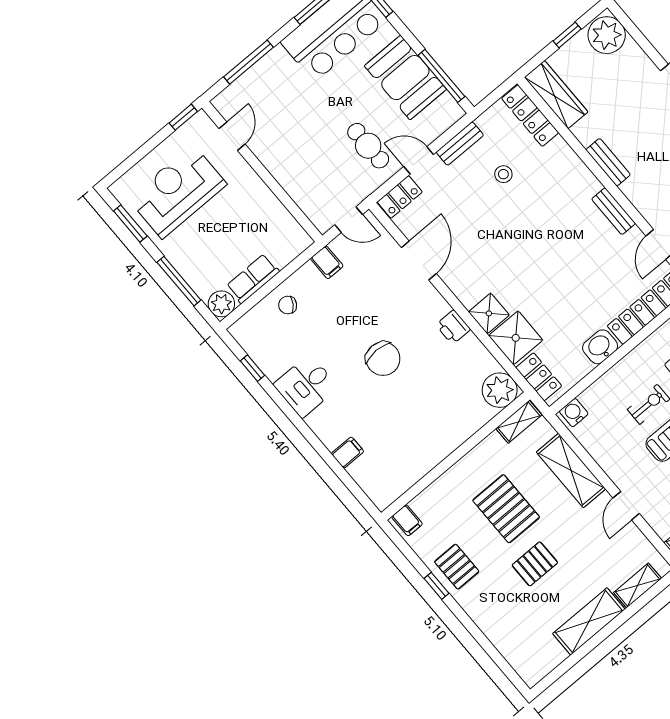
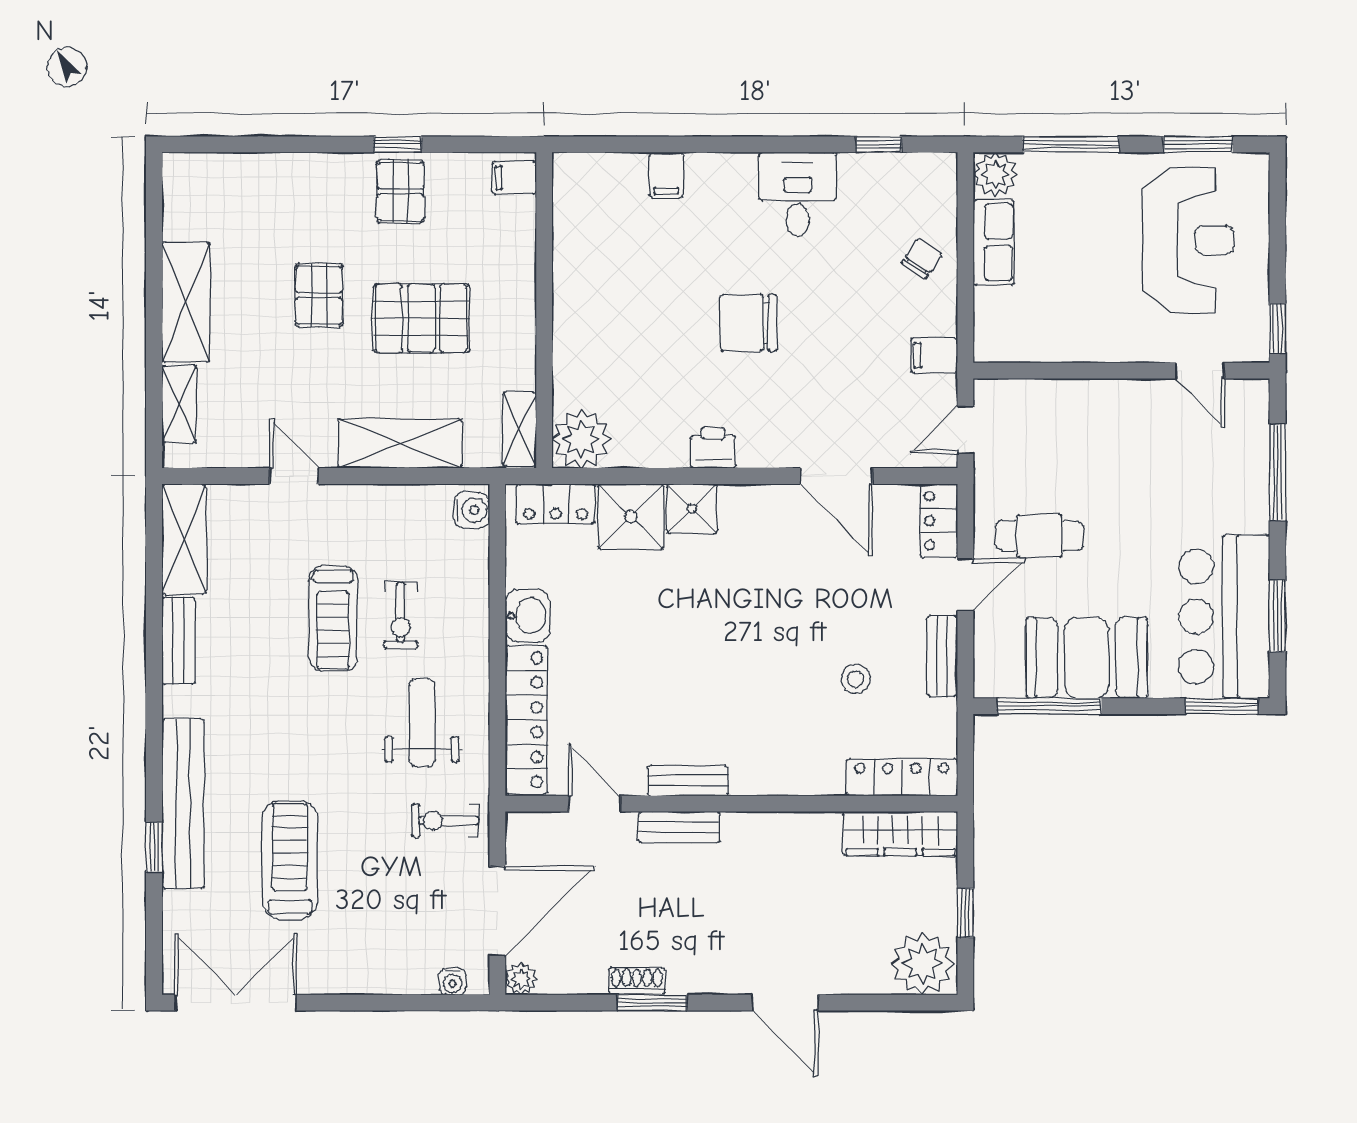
bench: (608, 162) -> (679, 827), moved
pallet: (457, 567) -> (400, 191), turned 90

